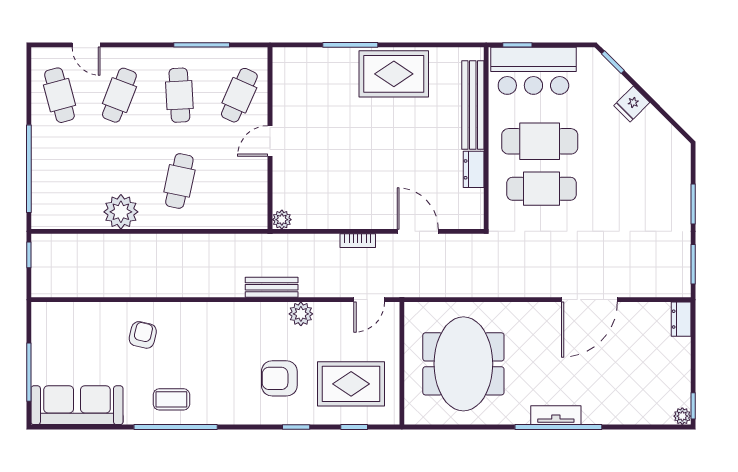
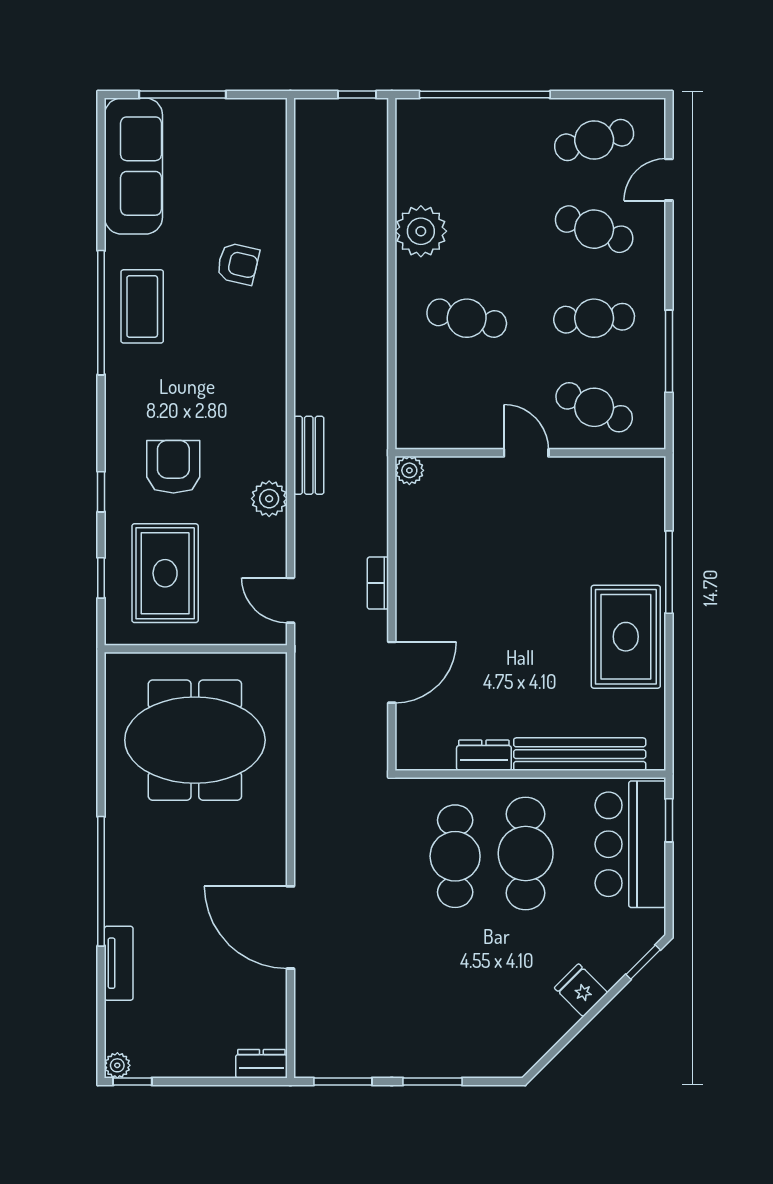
coffee table: (171, 399) -> (142, 306), width x1.36, depth x1.30
tv unit: (556, 415) -> (119, 963), moved

